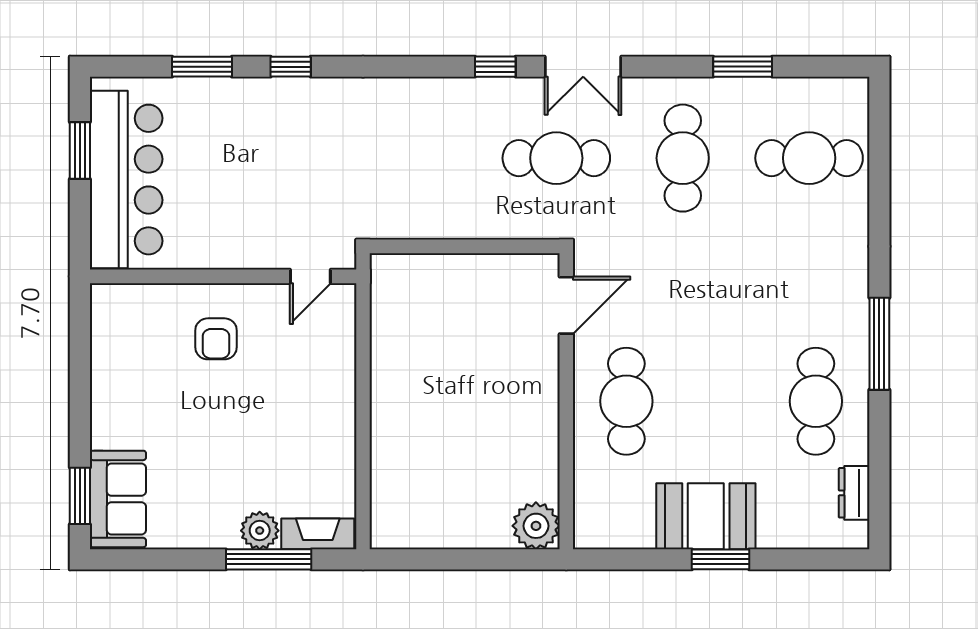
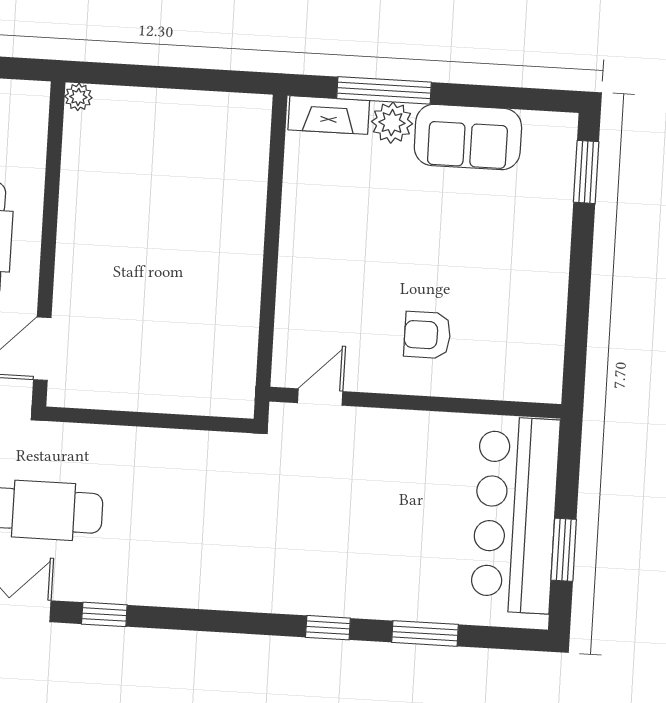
armchair: (216, 339) -> (427, 335), turned -90
sofa: (118, 499) -> (468, 137), moved, turned -90
plant: (536, 526) -> (78, 97), width x0.53, depth x0.53

